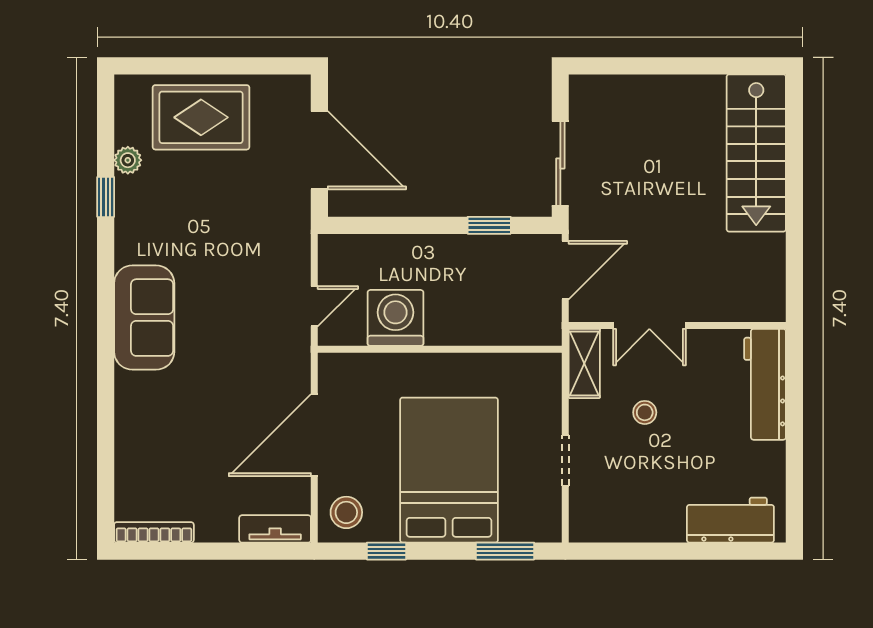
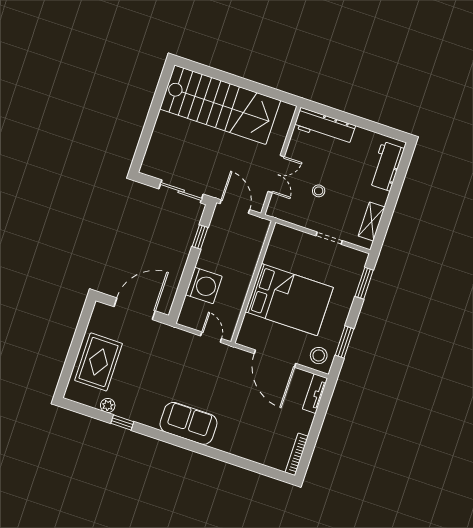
stairs: (756, 153) -> (220, 105), width x1.36, depth x1.51
washing machine: (395, 318) -> (204, 286), moved, turned 180
shelving: (584, 363) -> (372, 222), moved, turned 90
bed: (449, 470) -> (289, 300), moved, turned 180
window: (386, 551) -> (344, 342), width x1.50

